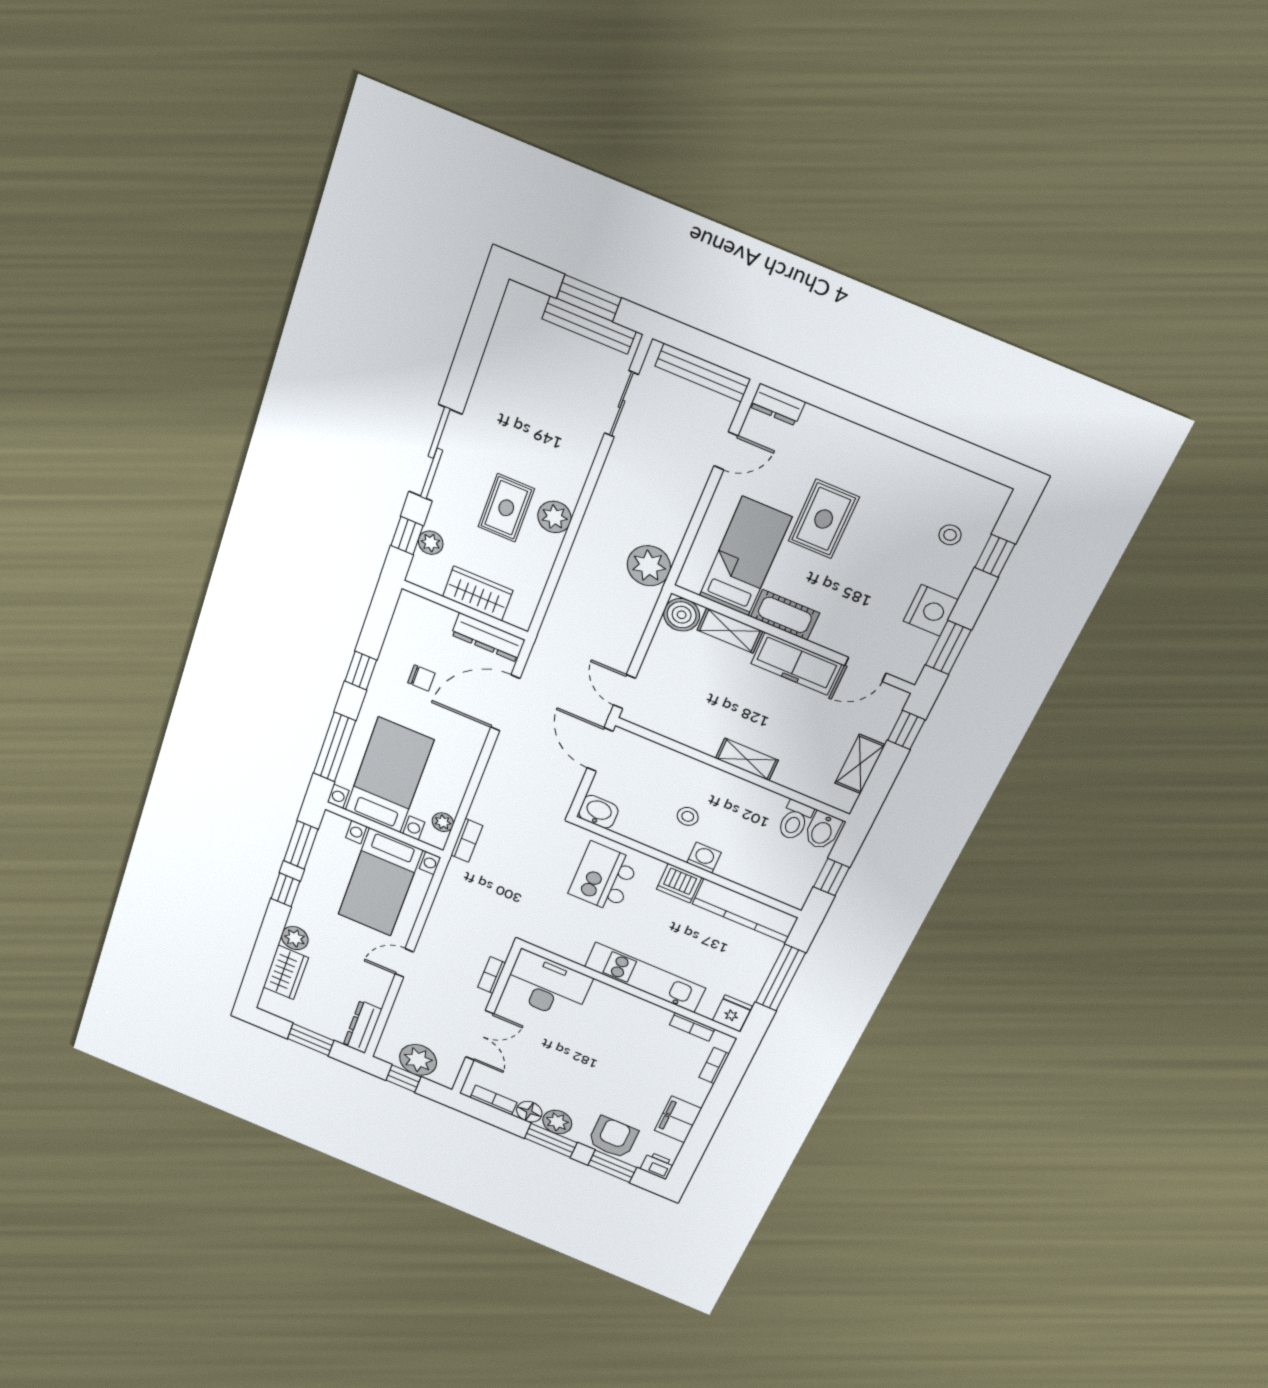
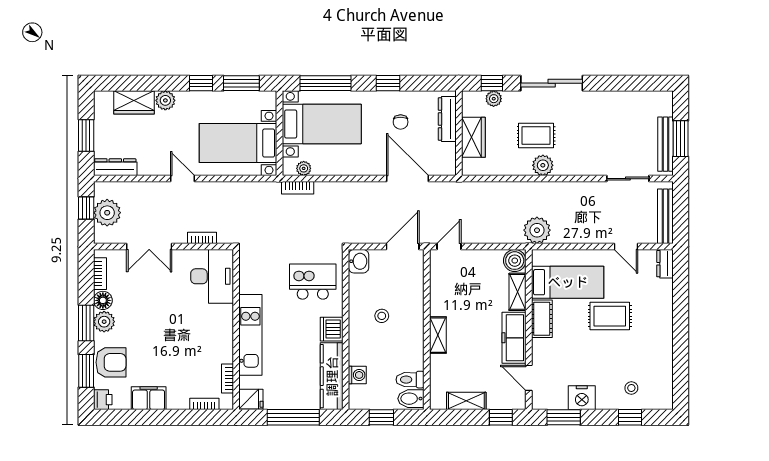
dresser: (488, 637) -> (447, 119), moved
washing machine: (704, 858) -> (357, 375), moved

